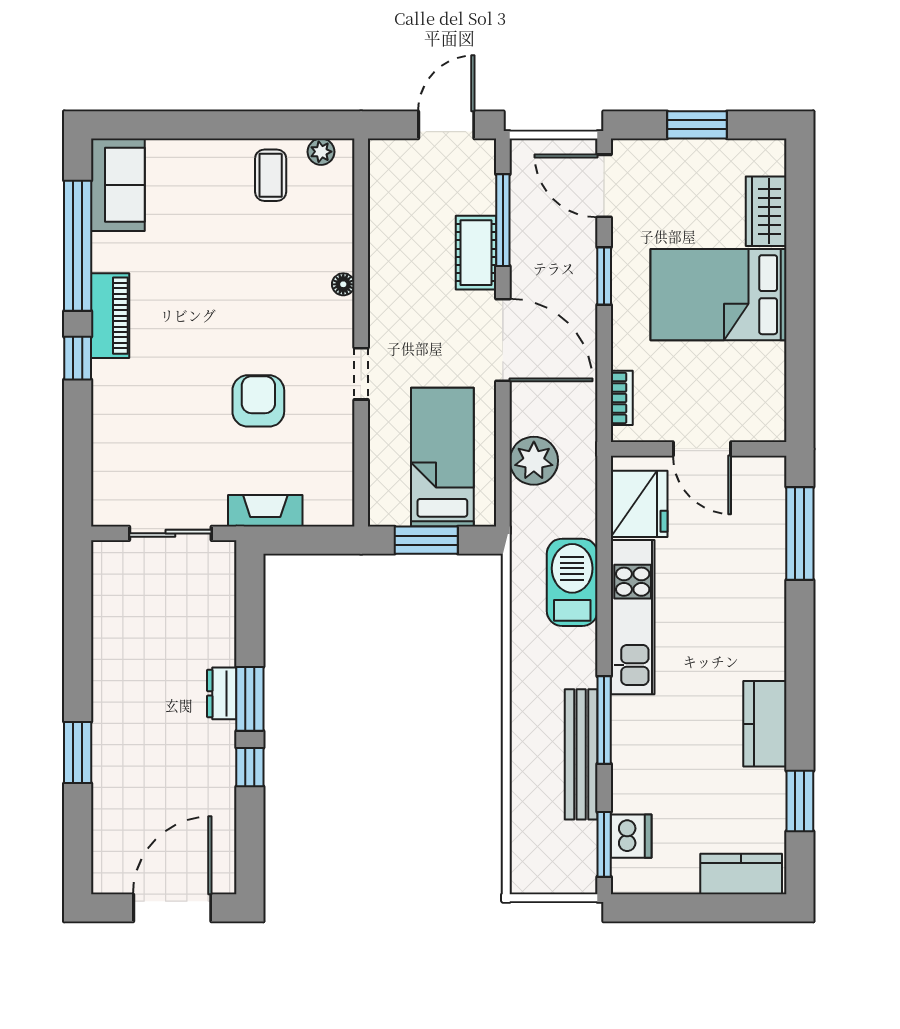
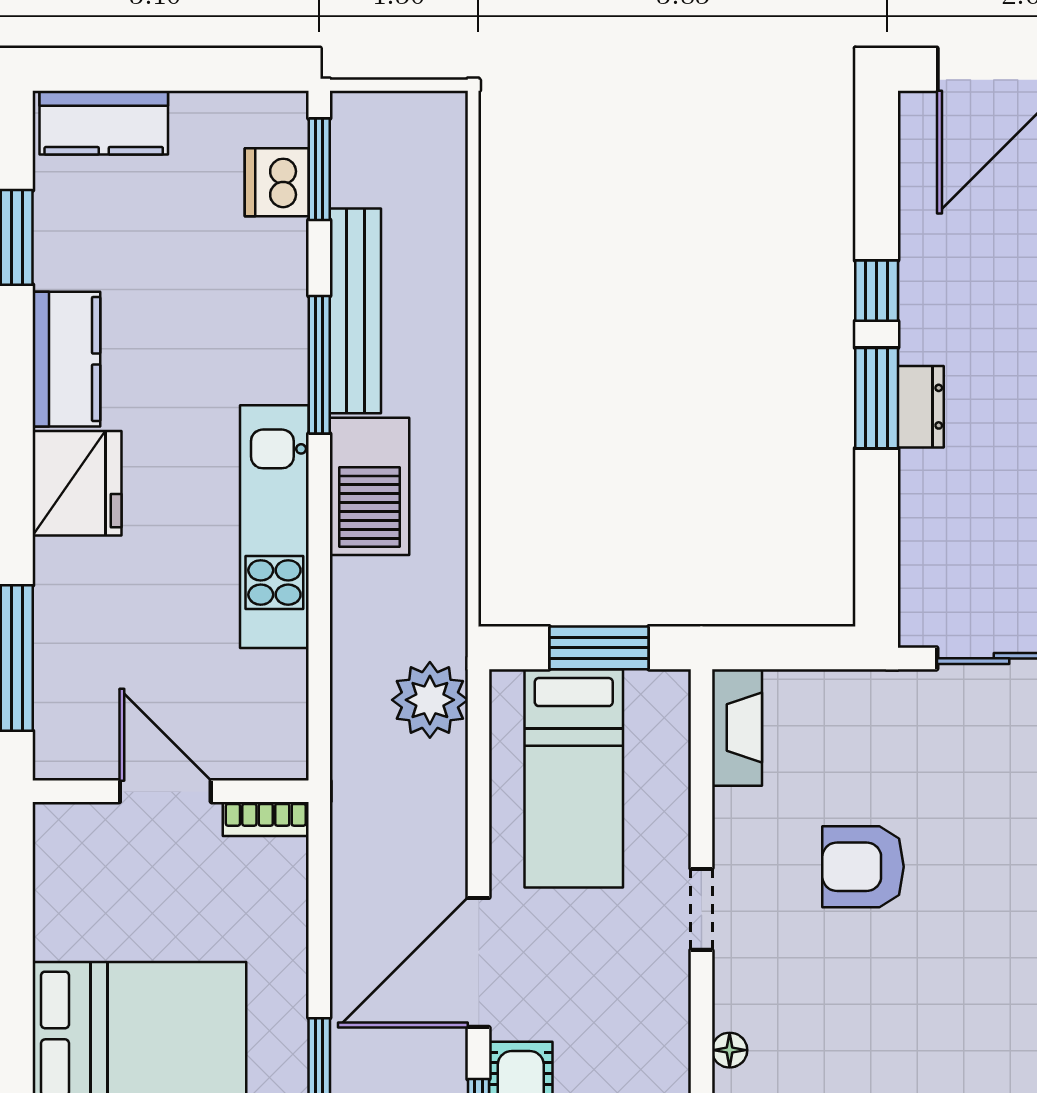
door: (503, 340) -> (478, 962), hinge flipped
bookcase: (622, 398) -> (266, 819), moved, turned -90
armchair: (258, 401) -> (863, 867), turned 90
plant: (534, 461) -> (430, 700), moved
fridge: (639, 504) -> (77, 483), moved, turned 180
fireplace: (265, 511) -> (737, 727), moved, turned -90
barbecue: (572, 582) -> (370, 486), moved

